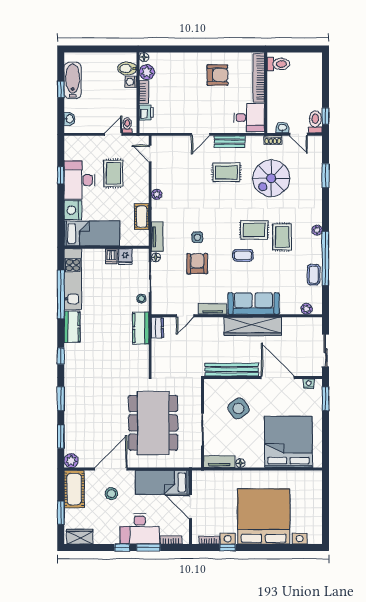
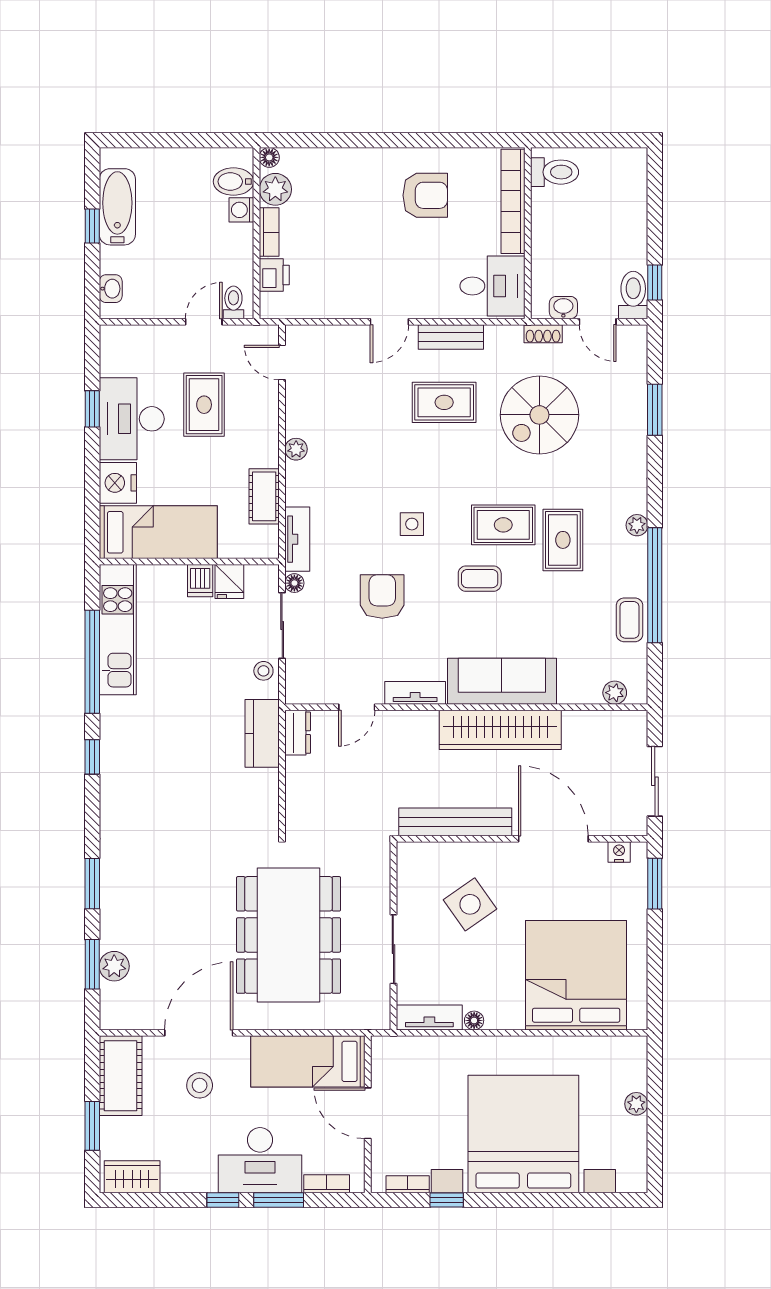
side table: (197, 237) -> (412, 524), moved
kitchen counter: (72, 327) -> (116, 731), removed
window: (61, 356) -> (92, 757), moved
plant: (71, 461) -> (114, 966), moved
plant: (317, 502) -> (636, 1104), added

